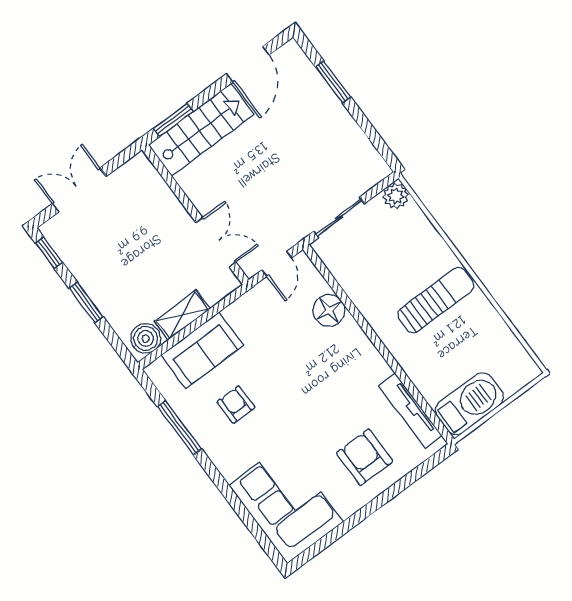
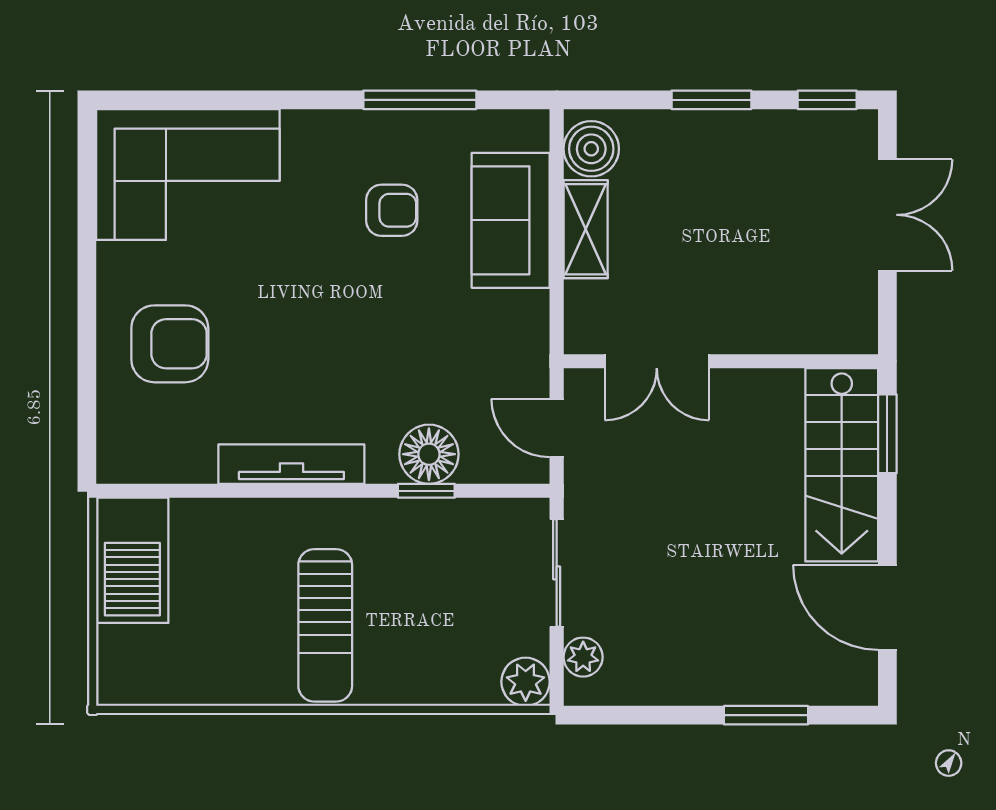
plant: (367, 179) -> (583, 657), added
window: (345, 300) -> (426, 491), added
tv unit: (410, 411) -> (291, 464), moved

